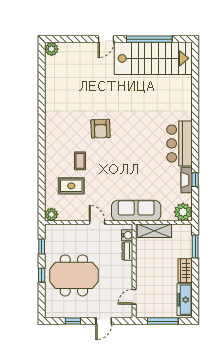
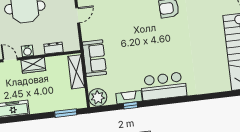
sofa: (136, 211) -> (94, 58), width x0.73
water cooler: (127, 235) -> (27, 51), moved
wardrobe: (185, 271) -> (33, 65), moved, turned 180

